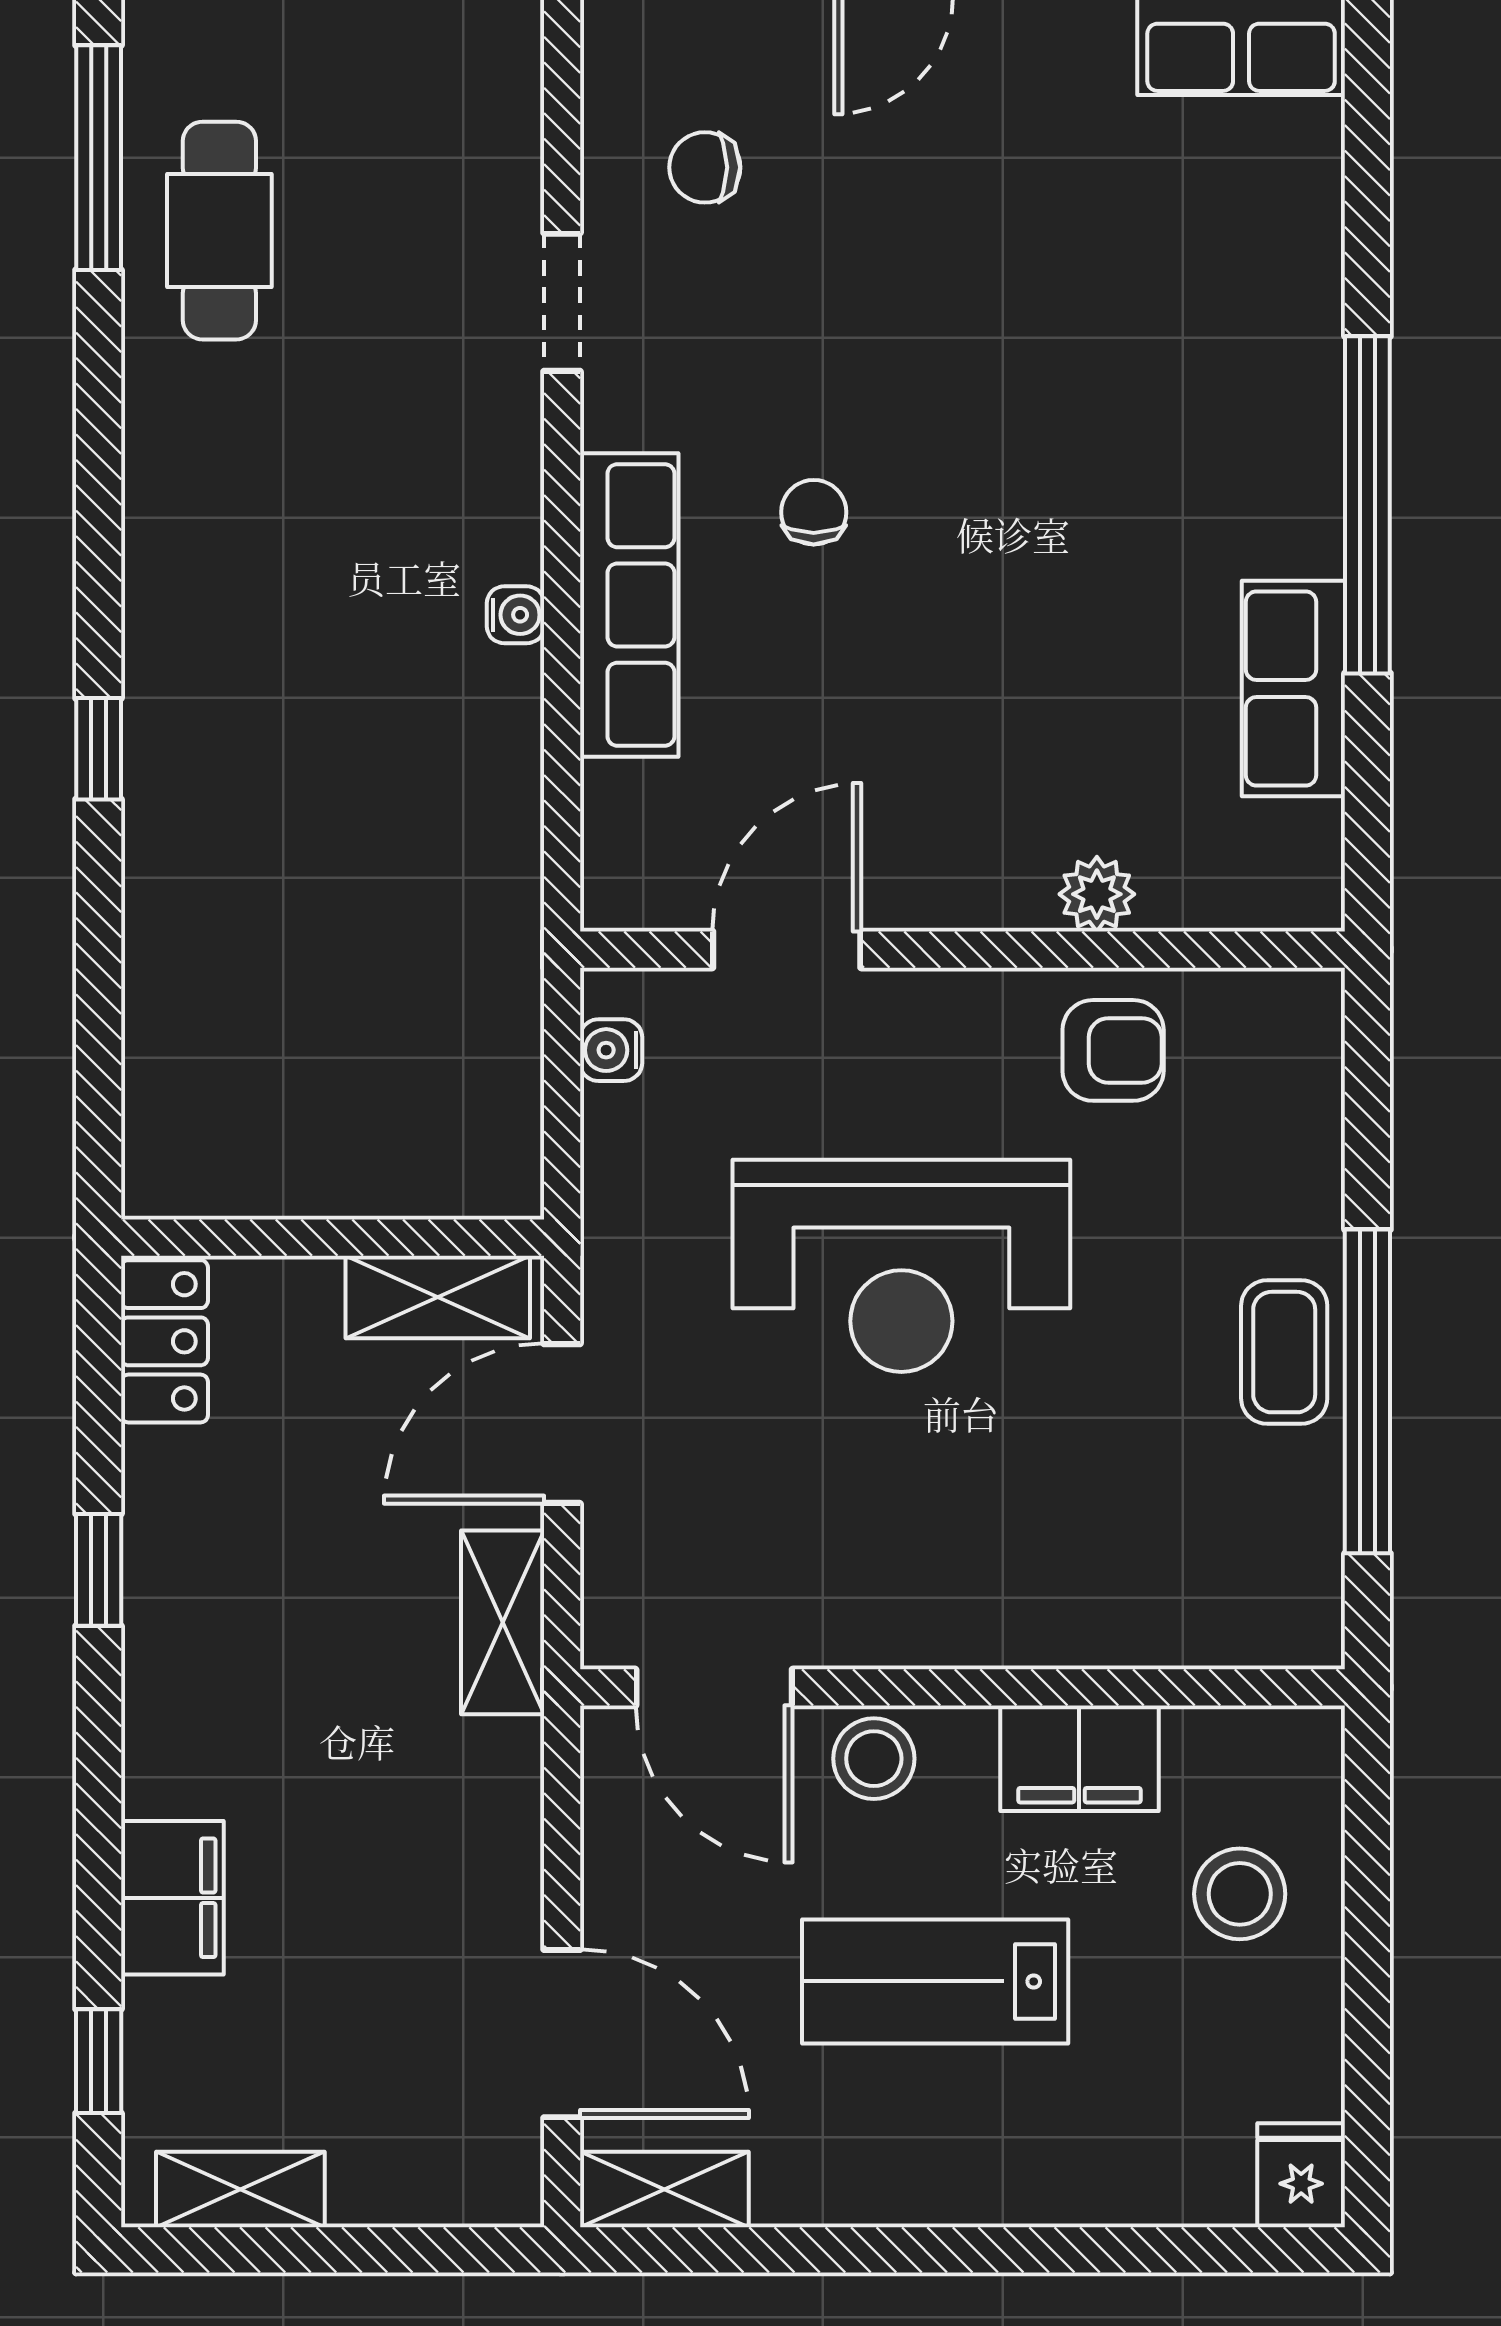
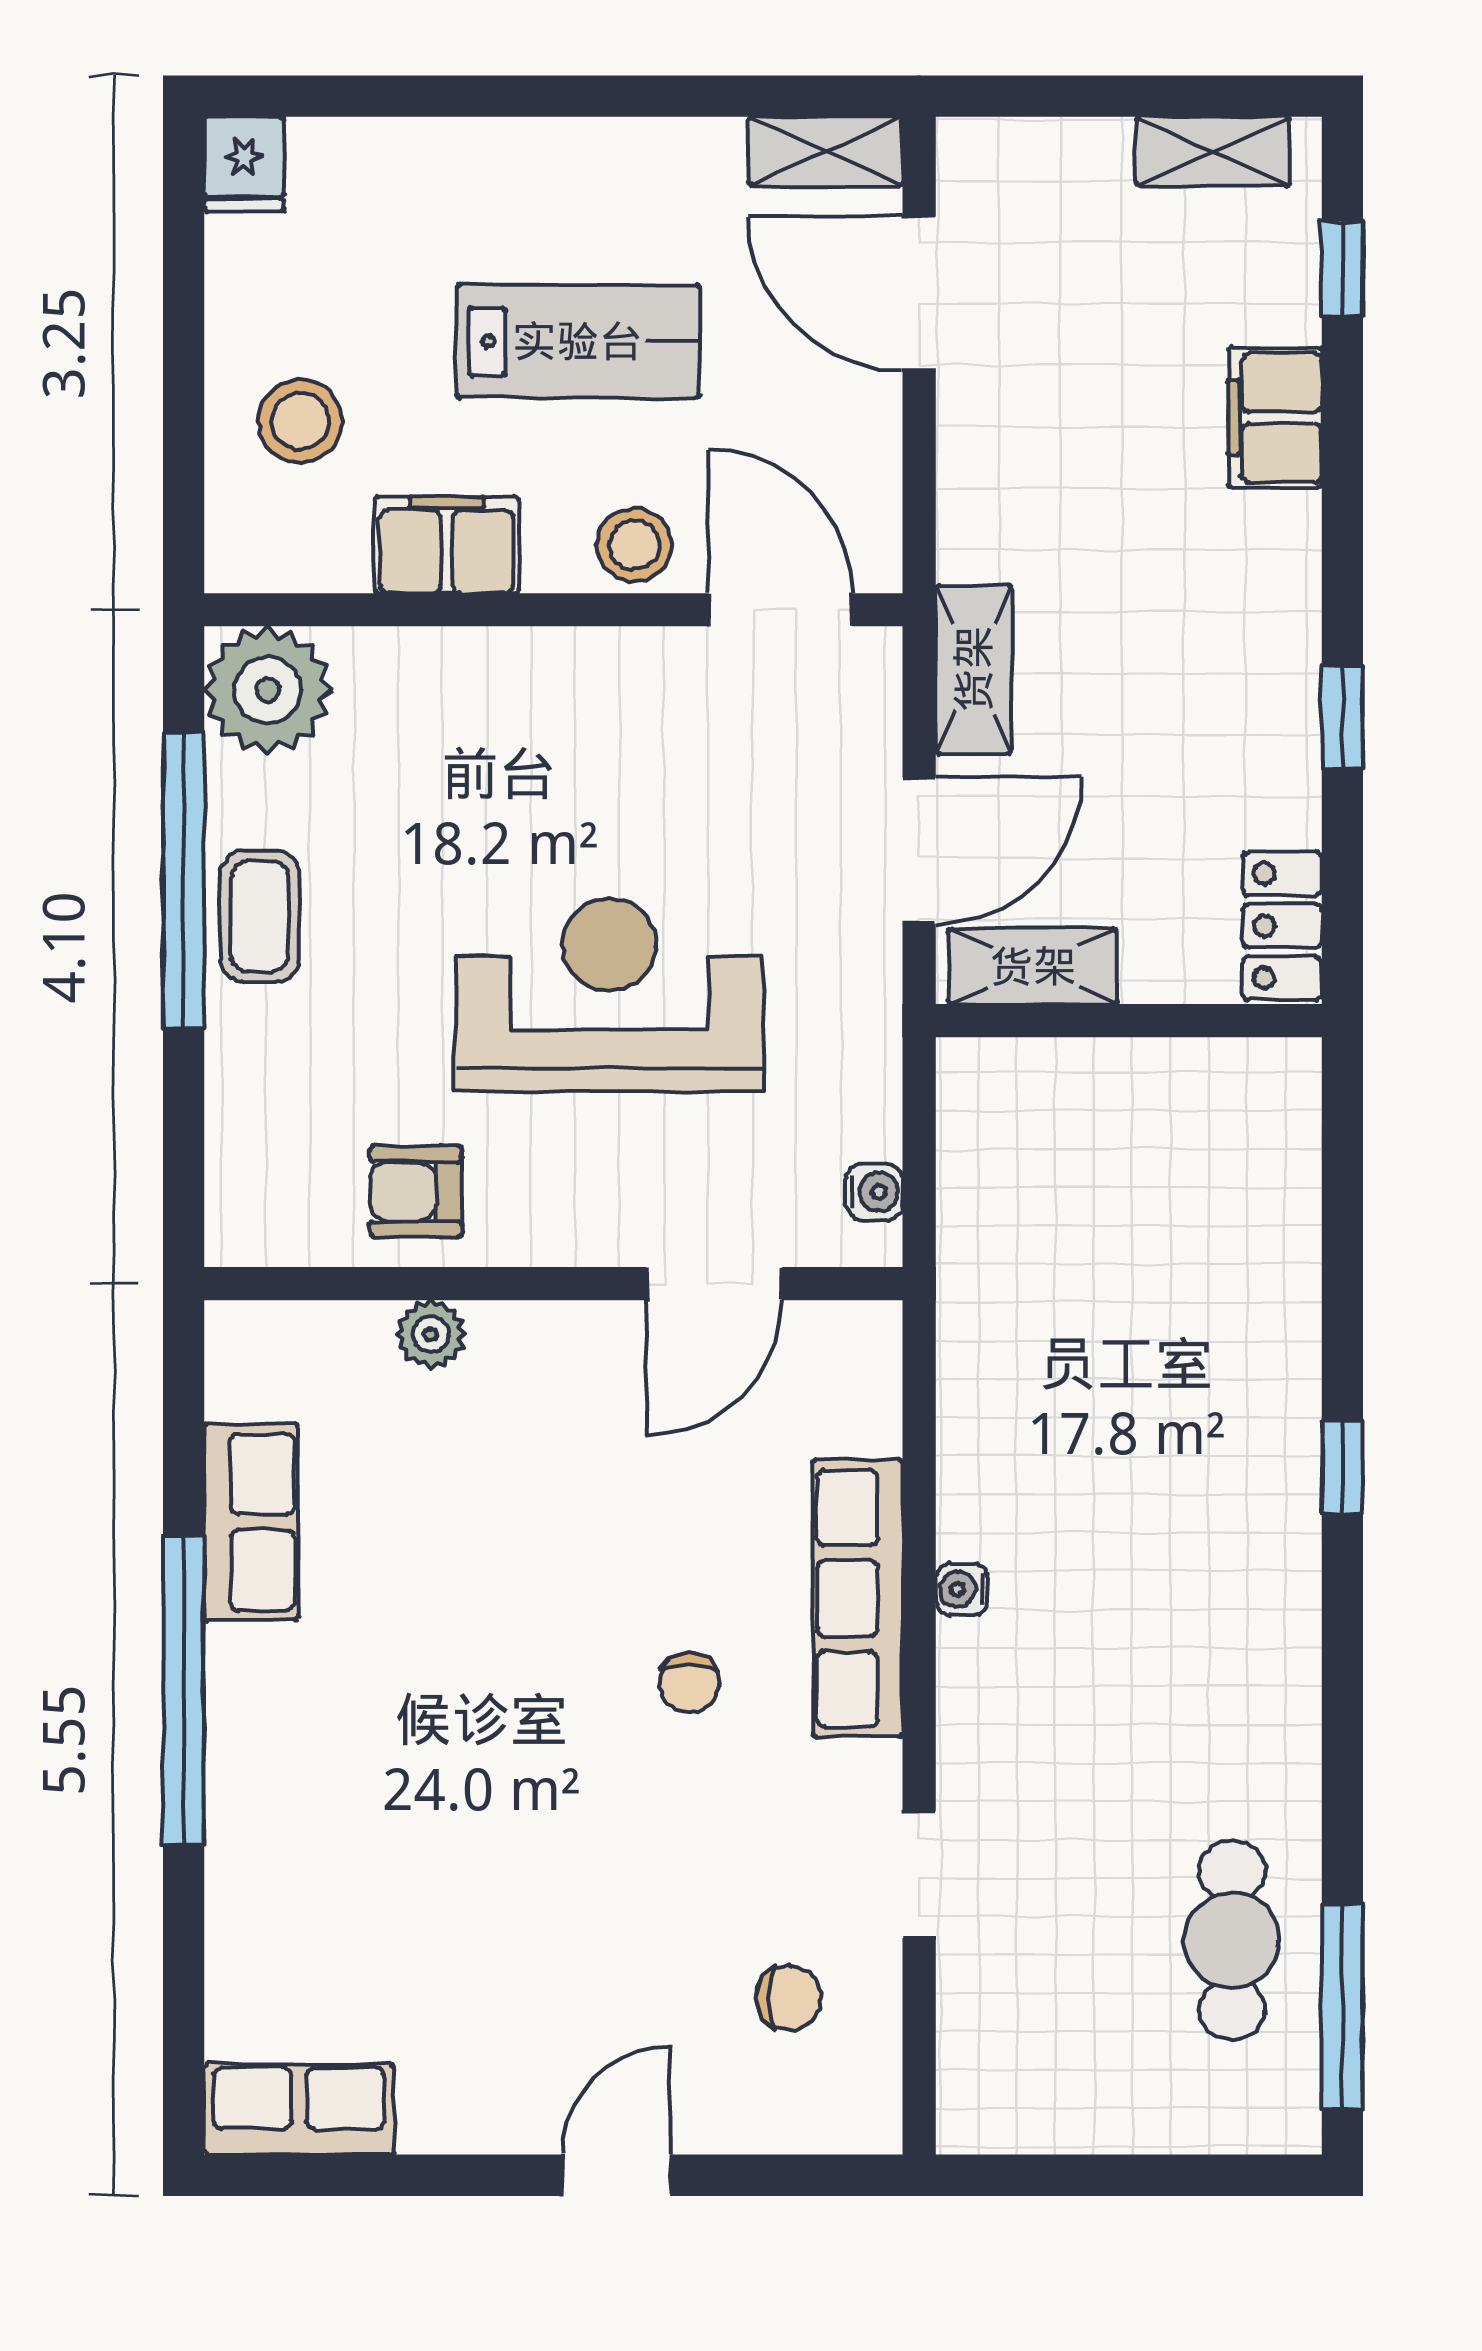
plant: (1275, 1600) -> (268, 690), added

